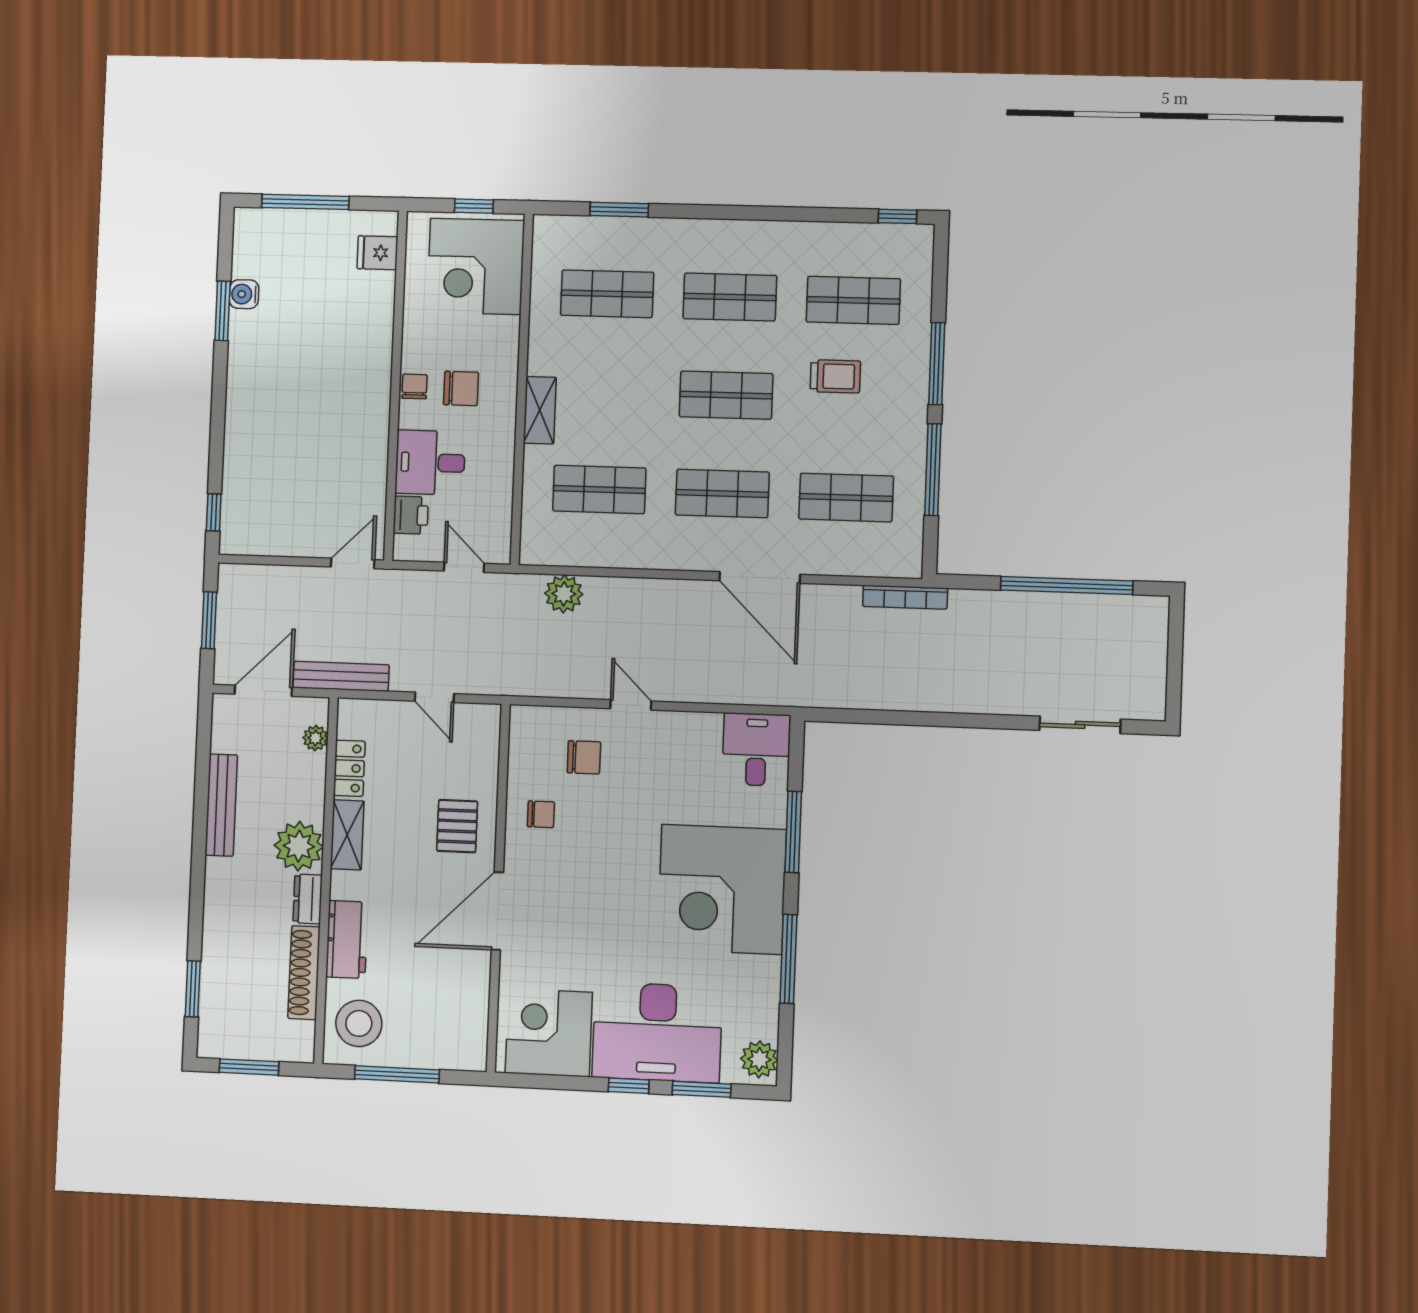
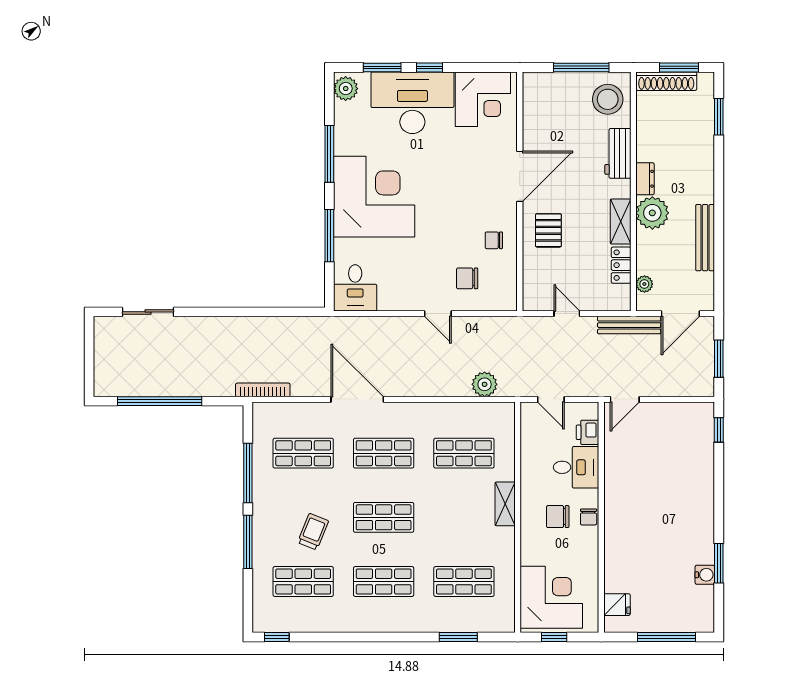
trolley: (835, 376) -> (313, 532), turned 112
shoe rack: (304, 973) -> (666, 81), moved, turned 90

